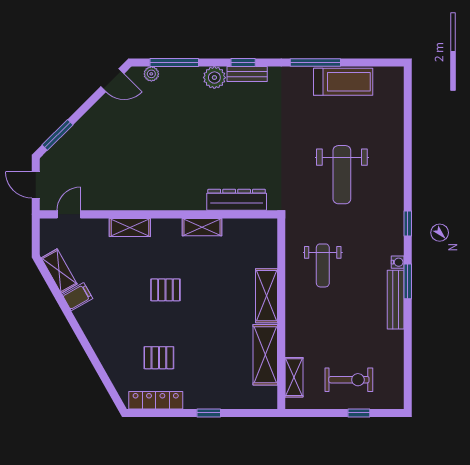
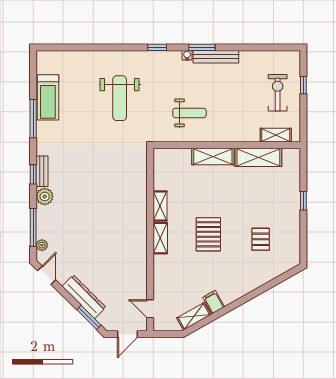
treadmill: (343, 82) -> (48, 97), turned 180
weight bench: (342, 175) -> (120, 98), turned 90
dresser: (237, 200) -> (84, 297), moved, turned 135
shelving: (130, 227) -> (160, 238), moved
pallet: (165, 290) -> (208, 234), width x1.50, depth x1.42
locker: (156, 400) -> (293, 242), removed

